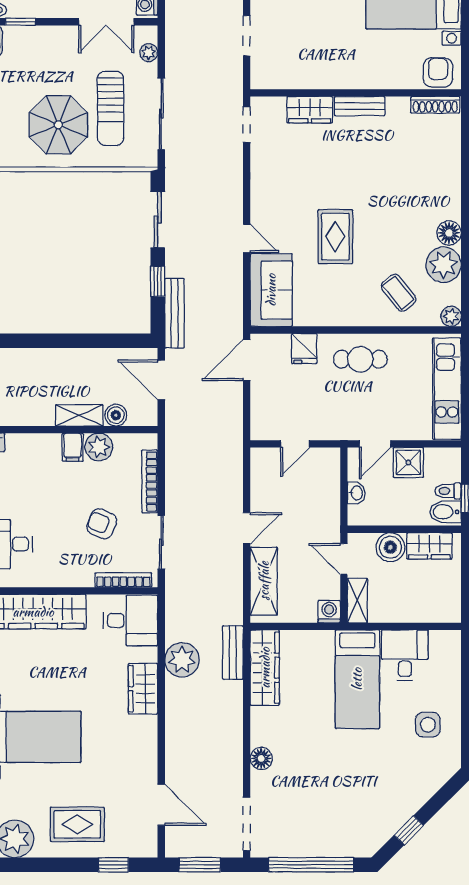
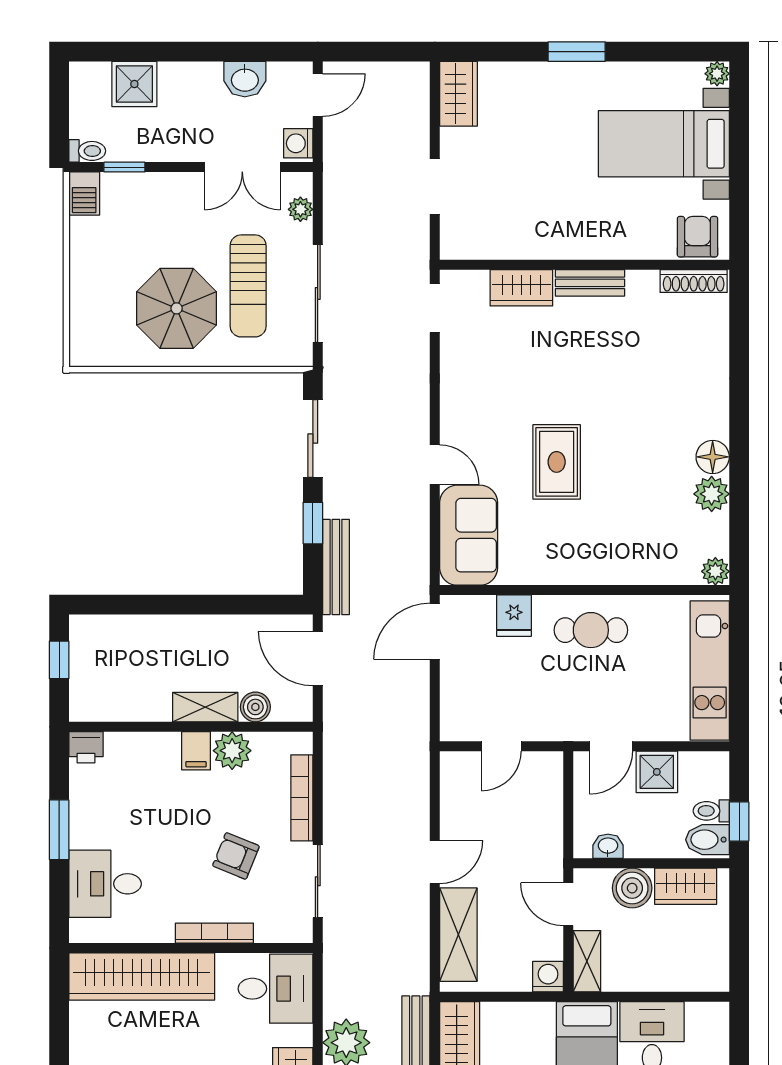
plant: (444, 265) -> (712, 494), width x0.73, depth x0.73
coffee table: (398, 293) -> (643, 539), removed
washbasin: (356, 493) -> (608, 846), moved, turned -90
bookcase: (123, 580) -> (214, 933), moved

